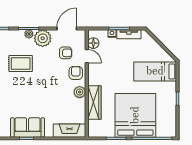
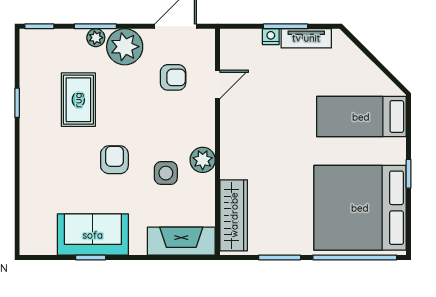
floor lamp: (93, 43) -> (231, 57), removed
door: (87, 56) -> (218, 84), hinge flipped
rug: (21, 63) -> (78, 100), turned 90
armchair: (76, 73) -> (114, 160), moved
side table: (62, 98) -> (166, 173), added
wardrobe: (94, 102) -> (234, 215), moved
bed: (135, 115) -> (360, 208), moved, turned -90

